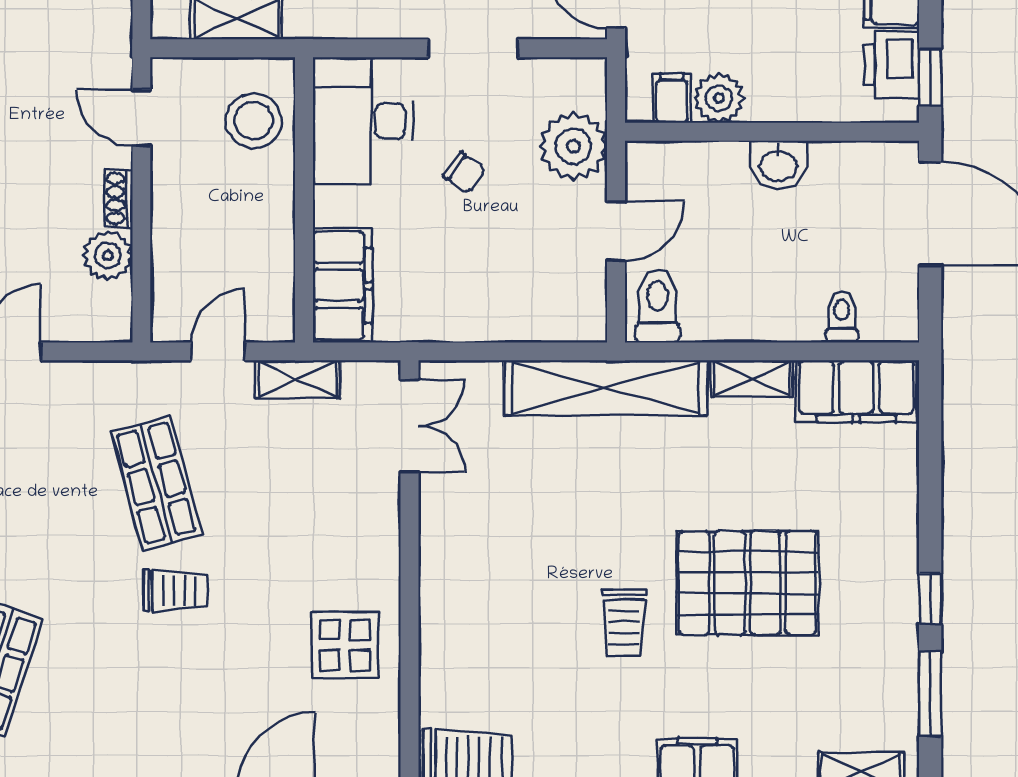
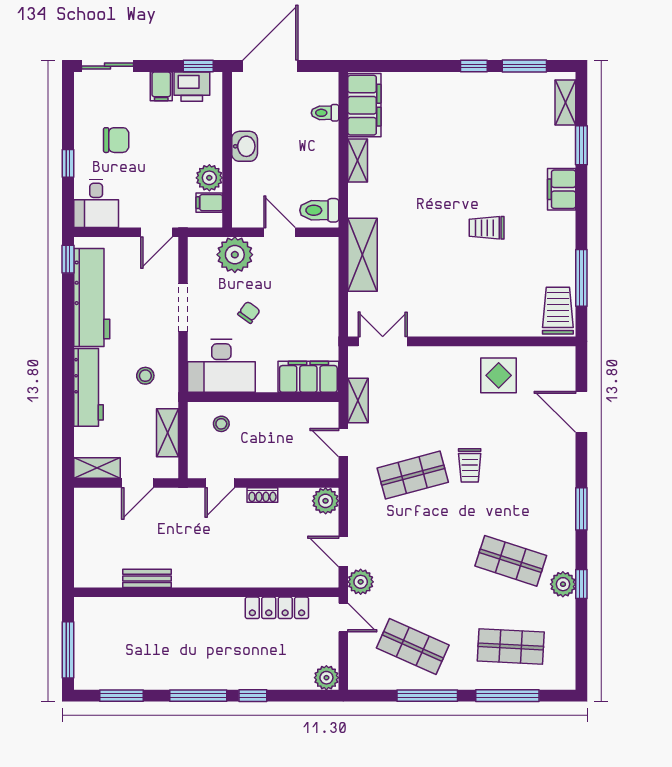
stool: (253, 121) -> (221, 424), width x0.53, depth x0.53
plant: (108, 256) -> (326, 501), moved
shelving: (606, 388) -> (363, 255), width x0.68
pallet: (747, 583) -> (466, 163), removed
trolley: (175, 590) -> (470, 465), turned 180
trolley: (624, 623) -> (487, 228), turned 180

